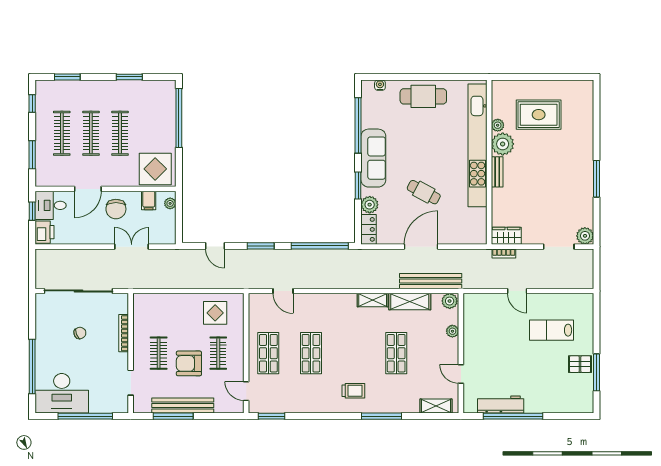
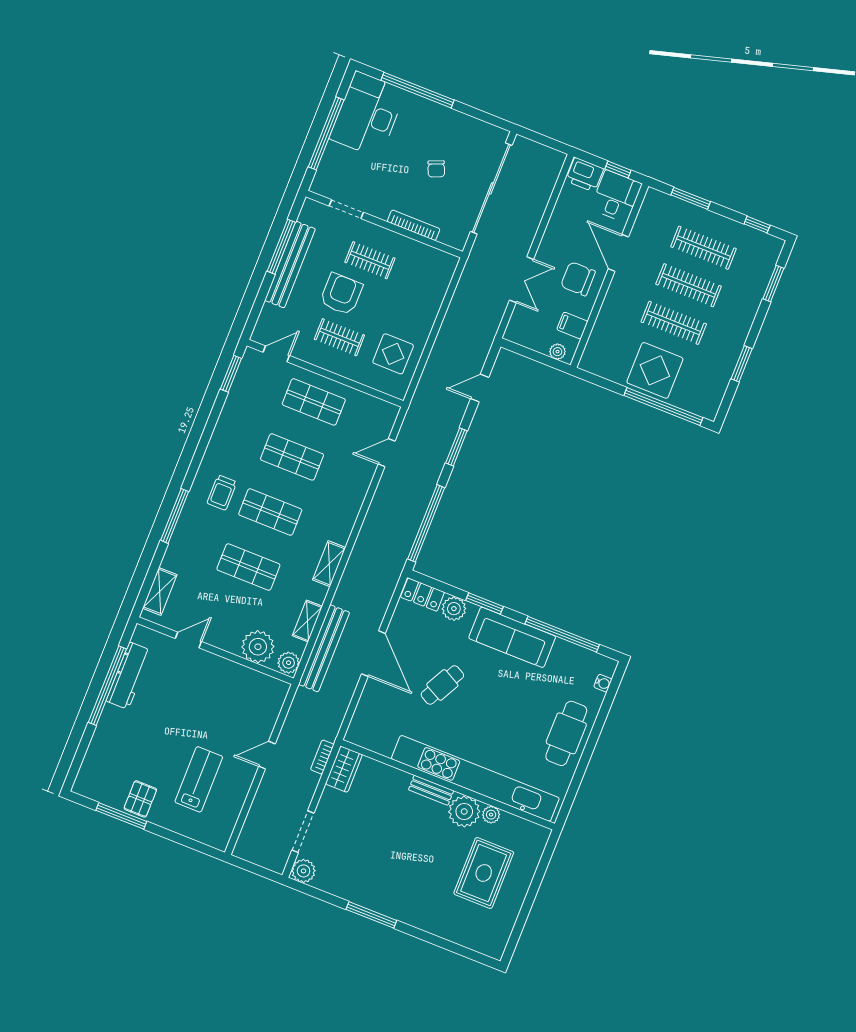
display table: (155, 169) -> (655, 370), moved
shelving: (410, 302) -> (307, 621), width x0.67, depth x0.75
plant: (452, 331) -> (258, 647), width x1.88, depth x1.88
shop shelf: (354, 353) -> (270, 512), added

